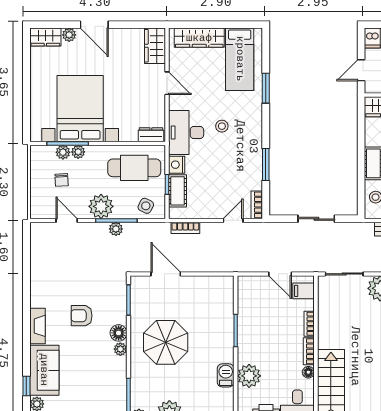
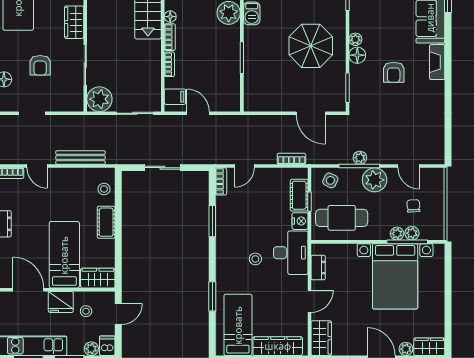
door: (167, 83) -> (309, 301), swing flipped
dresser: (151, 135) -> (318, 268), moved, turned -90
armchair: (82, 316) -> (394, 72), turned 90

